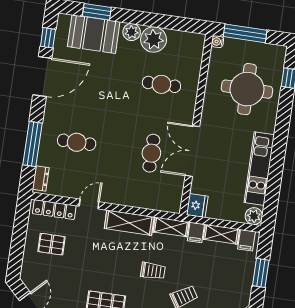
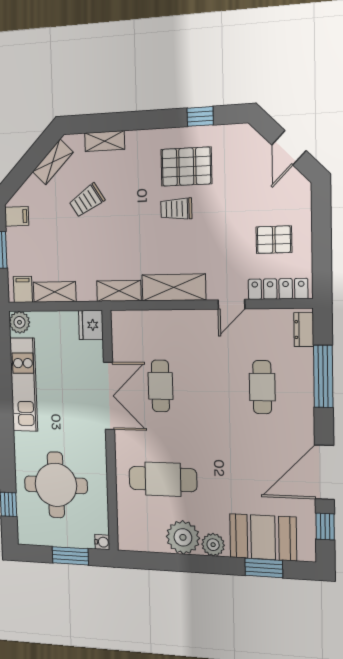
window: (245, 33) -> (70, 556), width x0.69
cafe table: (161, 84) -> (163, 479), width x1.37, depth x1.35
cafe table: (77, 142) -> (262, 387), turned 90
filing cabinet: (196, 233) -> (17, 216), moved, turned 90
trolley: (153, 271) -> (176, 209), moved

